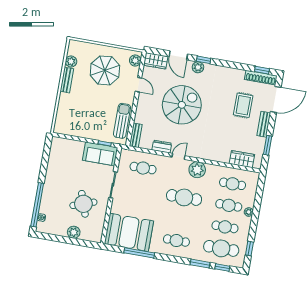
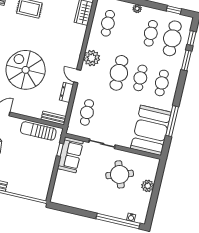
cafe table: (229, 205) -> (140, 78), moved

